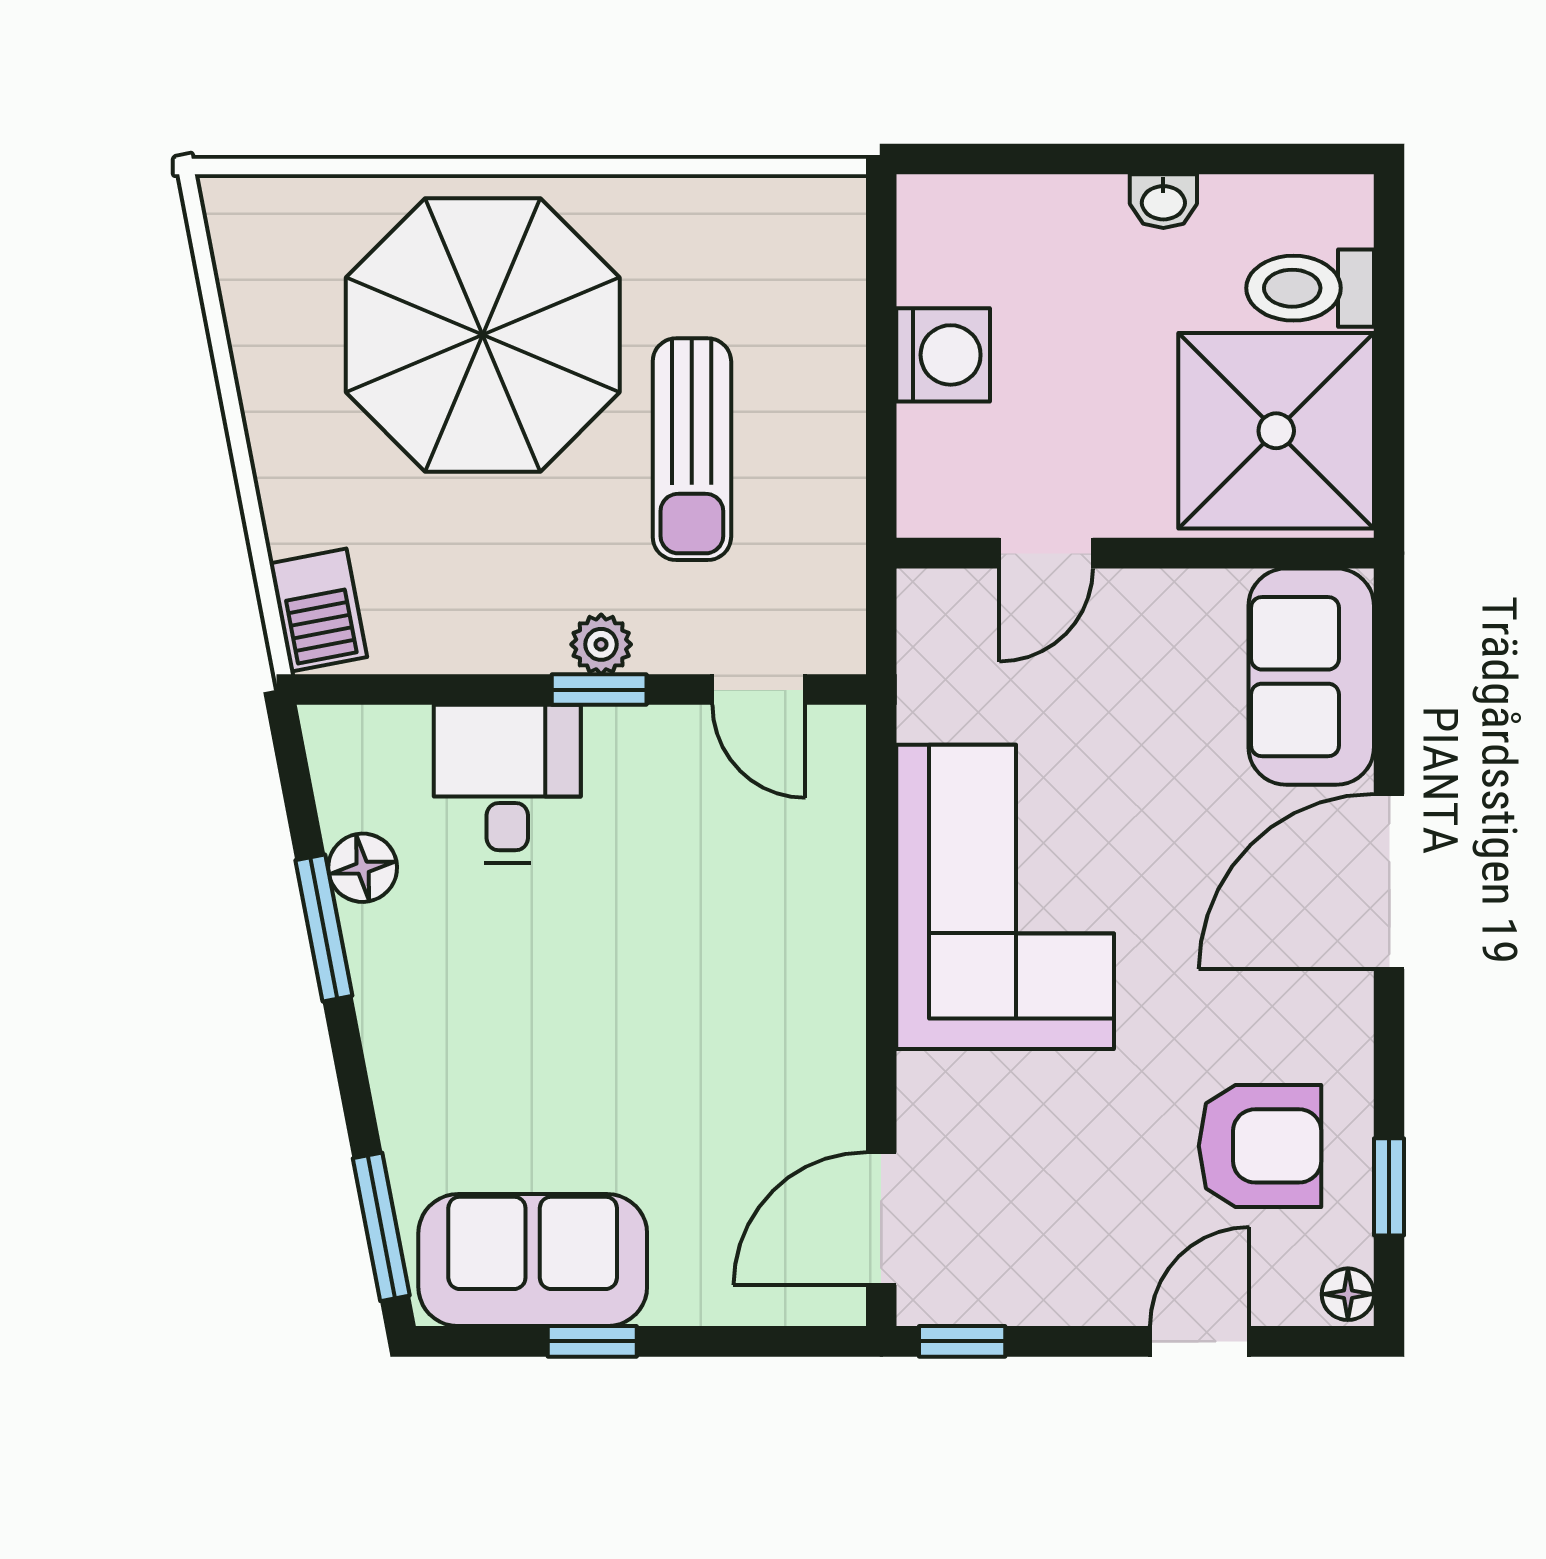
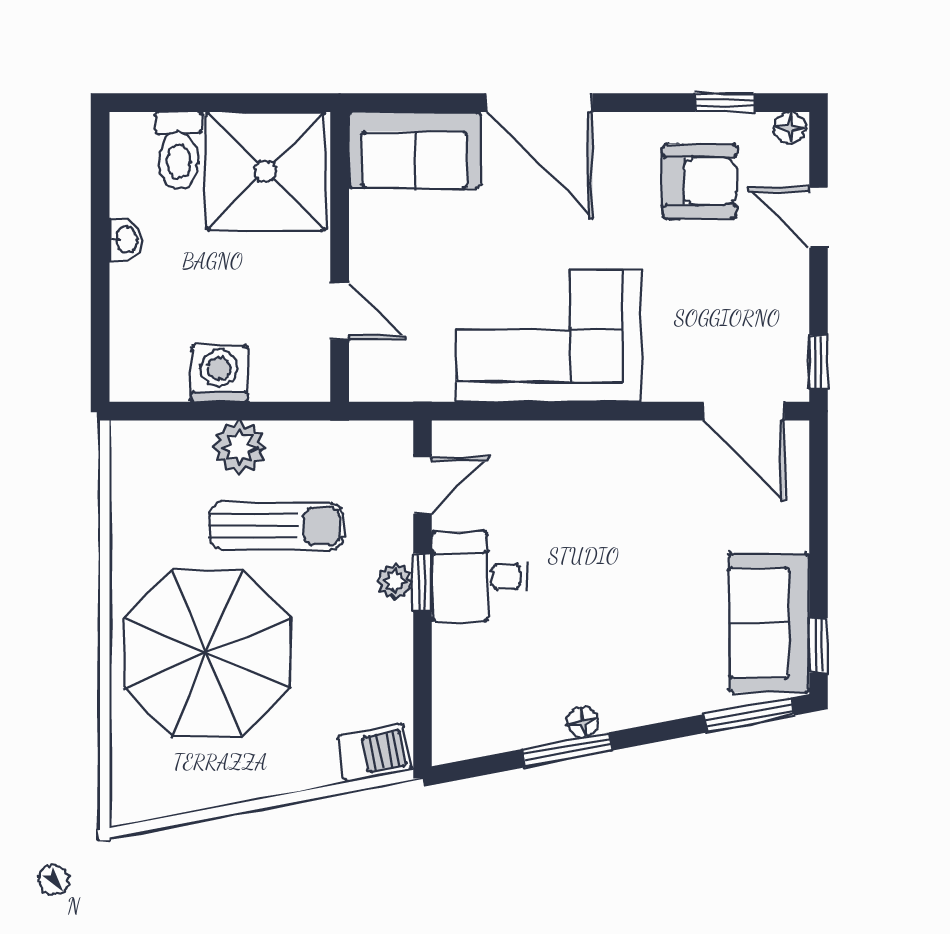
plant: (822, 389) -> (240, 447), added
desk: (507, 784) -> (480, 577), moved
floor lamp: (363, 868) -> (583, 722), moved, width x0.73, depth x0.73
armchair: (1260, 1146) -> (700, 181), turned 90
window: (592, 1341) -> (818, 645), moved

